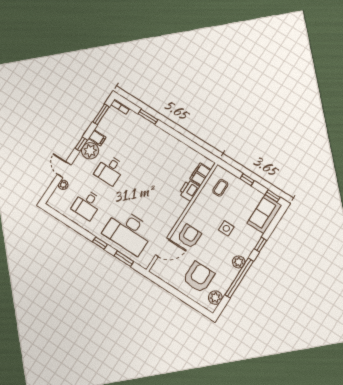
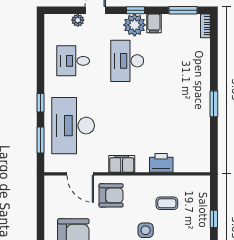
window: (148, 117) -> (214, 104), moved
desk: (110, 170) -> (127, 61), width x1.37
filing cabinet: (200, 174) -> (122, 164), moved
coffee table: (220, 188) -> (167, 203), moved

